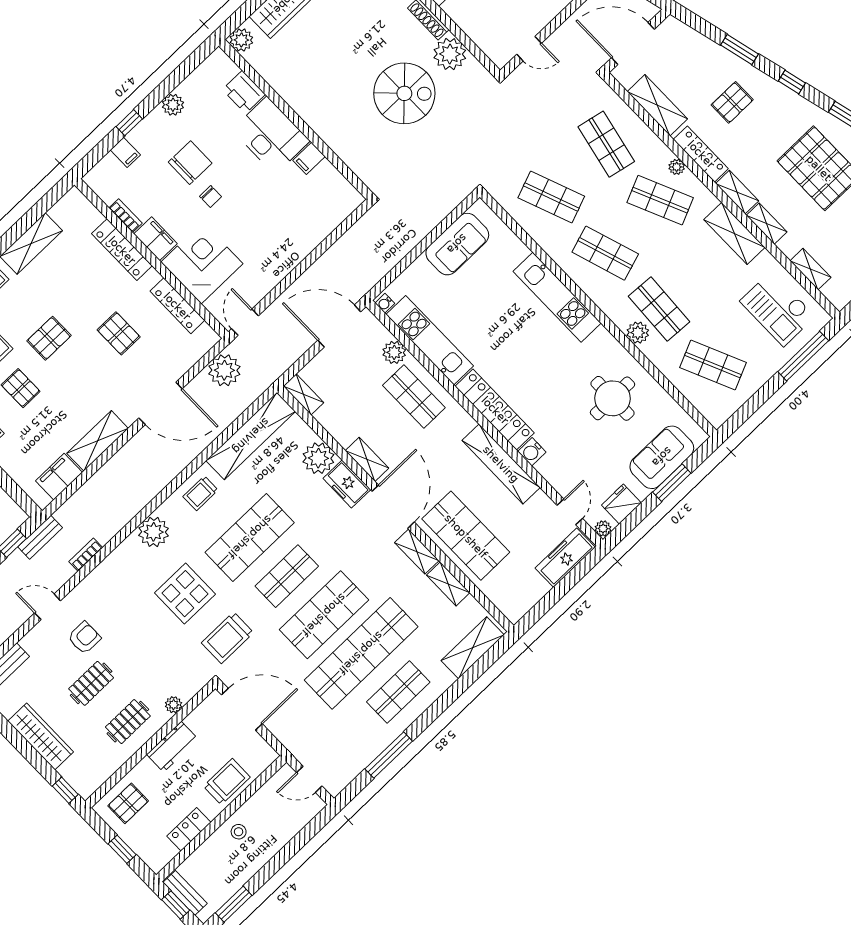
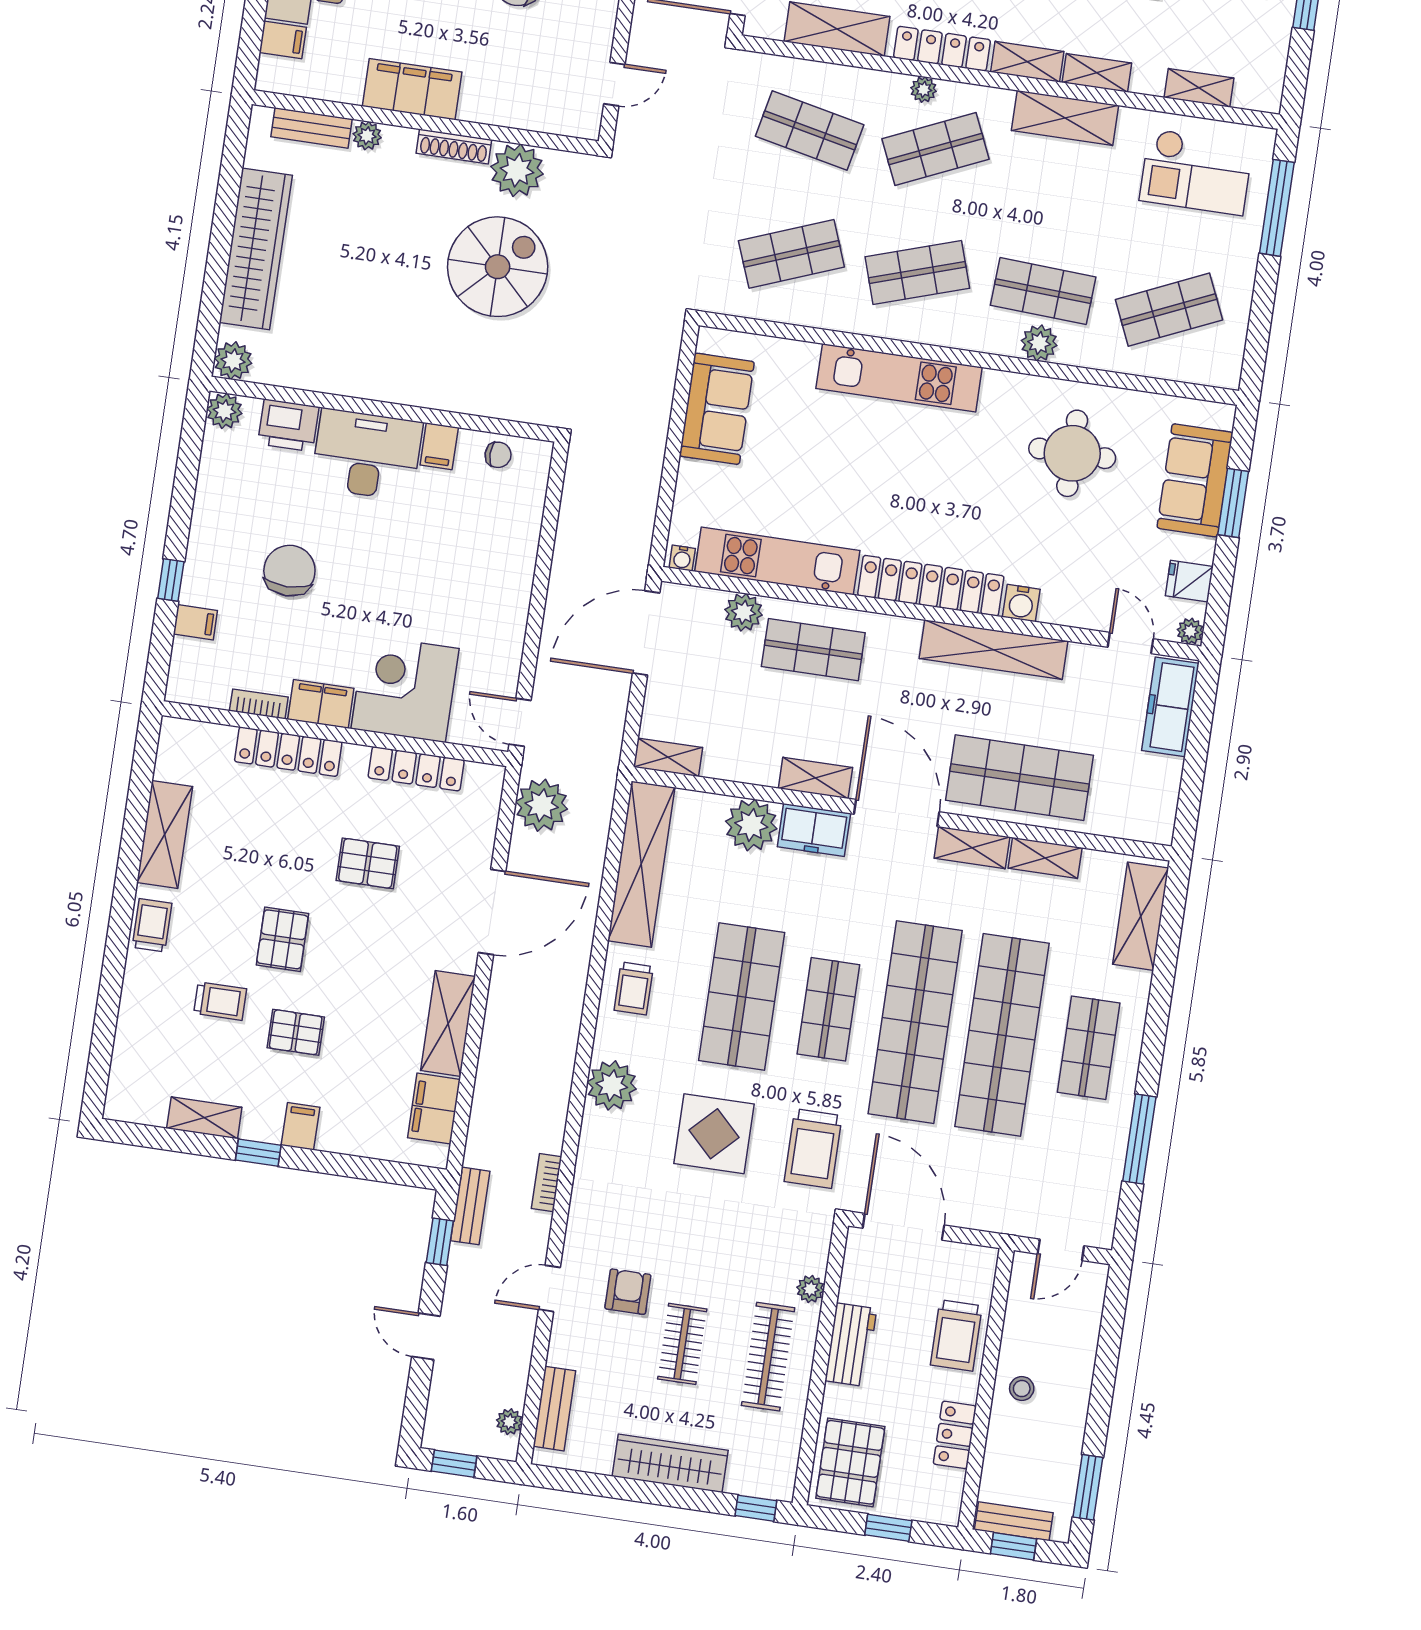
plant: (173, 105) -> (224, 411), moved
chair: (210, 197) -> (498, 455), moved
fridge: (621, 504) -> (1189, 581), width x0.72
shop shelf: (324, 615) -> (915, 1022), width x1.40
door: (242, 709) -> (903, 1227), hinge flipped
clothes rail: (128, 722) -> (768, 1357), width x1.36
trolley: (227, 782) -> (956, 1335), turned 180
pallet: (128, 803) -> (850, 1462), width x1.50, depth x1.42

